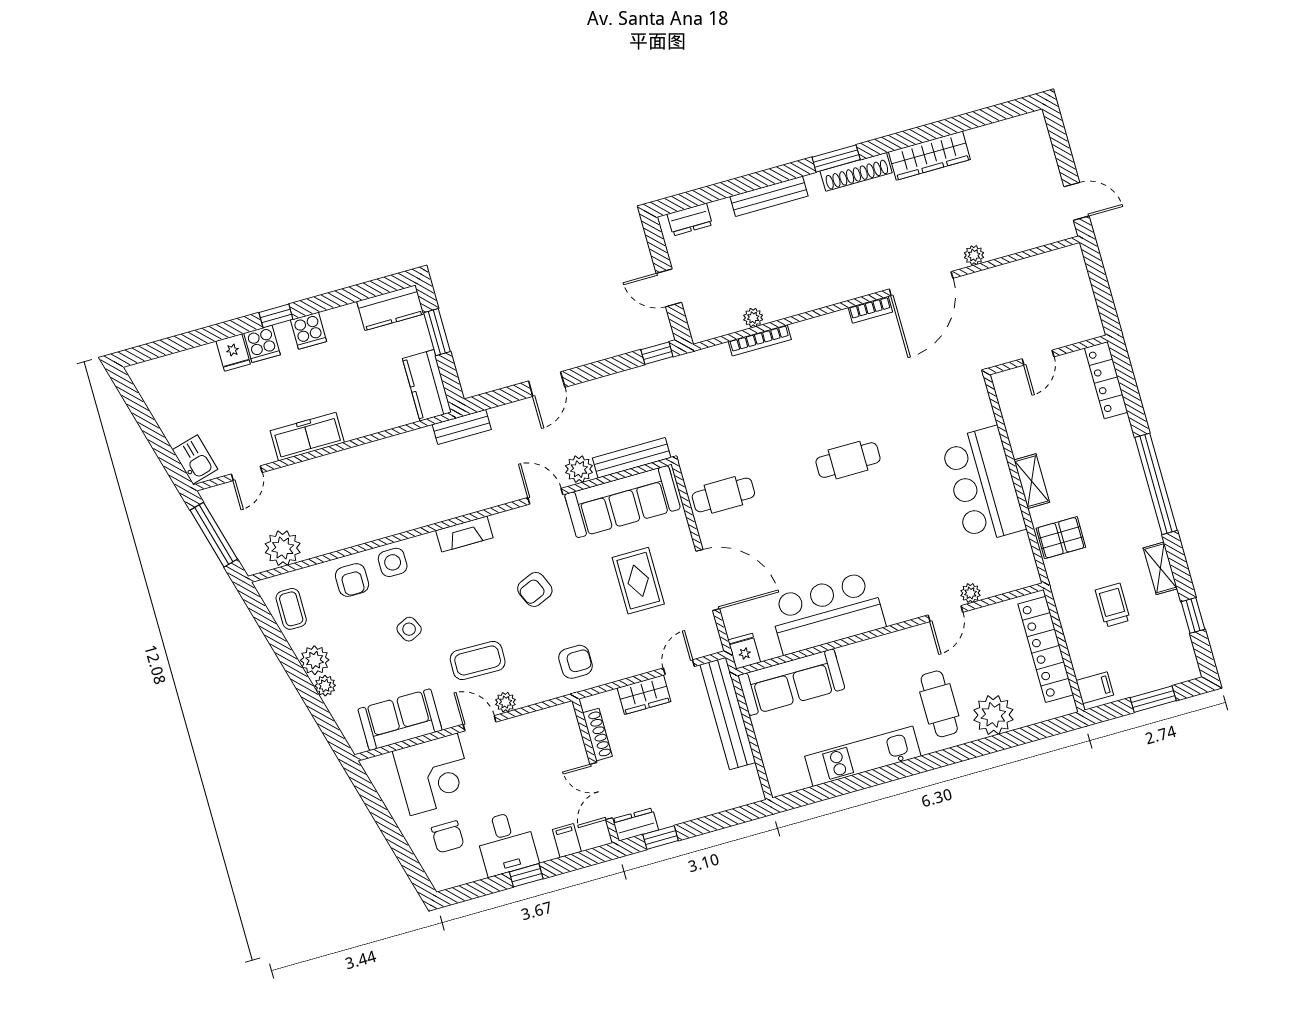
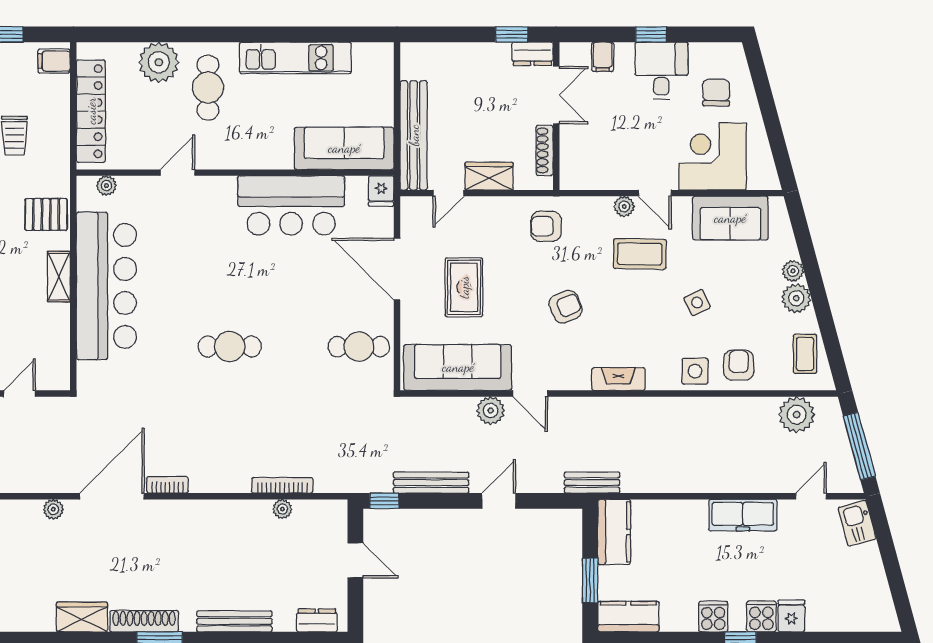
wardrobe: (929, 156) -> (82, 617), width x0.67
bench: (632, 458) -> (431, 483), moved
bar counter: (983, 485) -> (106, 286), width x1.36
plant: (970, 593) -> (106, 186), moved

